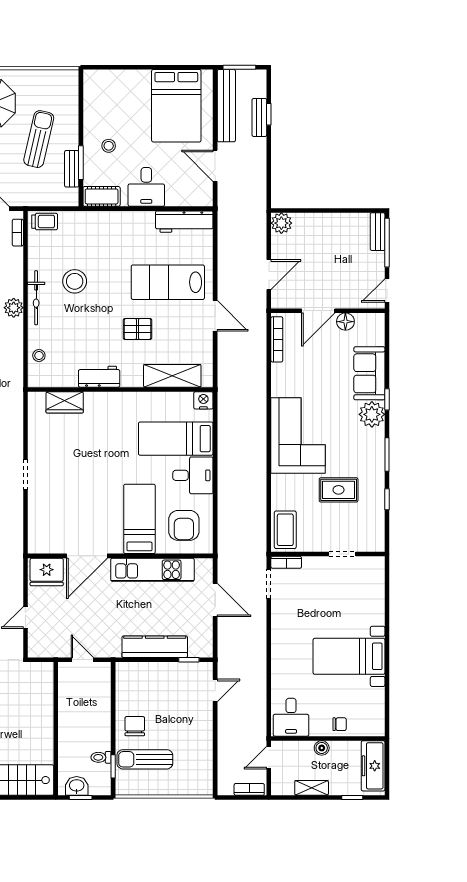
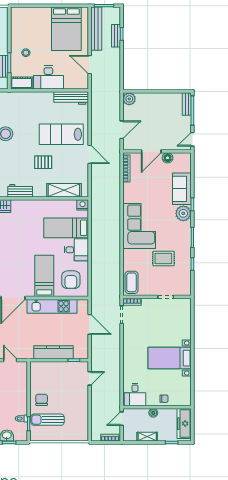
desk: (146, 187) -> (48, 77), width x1.37

